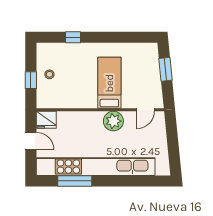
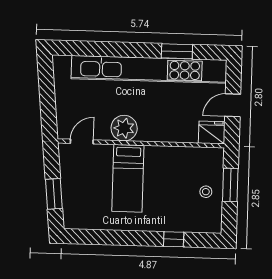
window: (31, 80) -> (230, 185), width x1.50
door: (31, 141) -> (233, 105), hinge flipped
window: (75, 181) -> (177, 51), width x0.69

